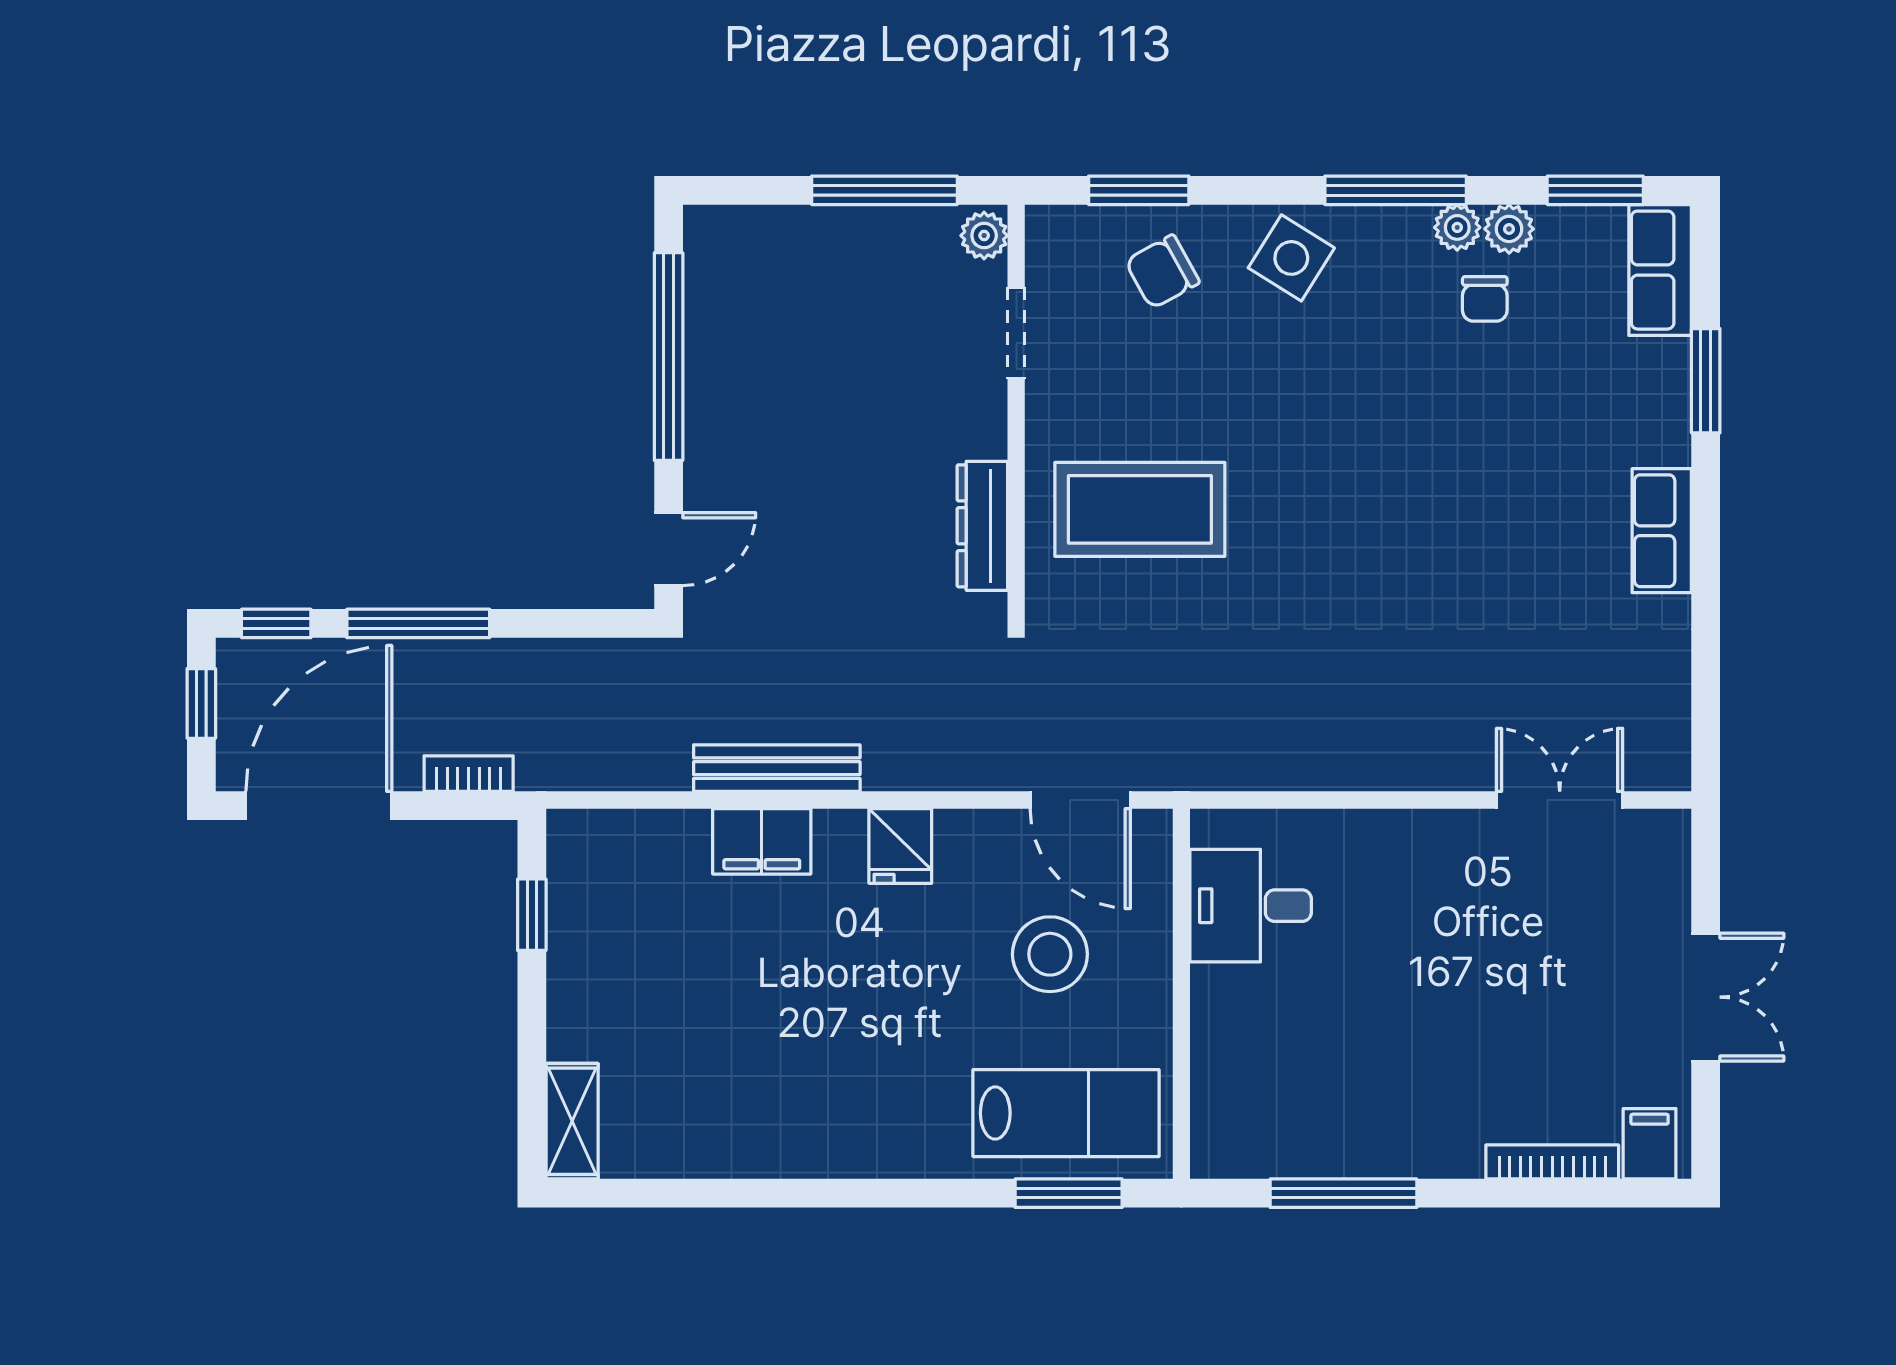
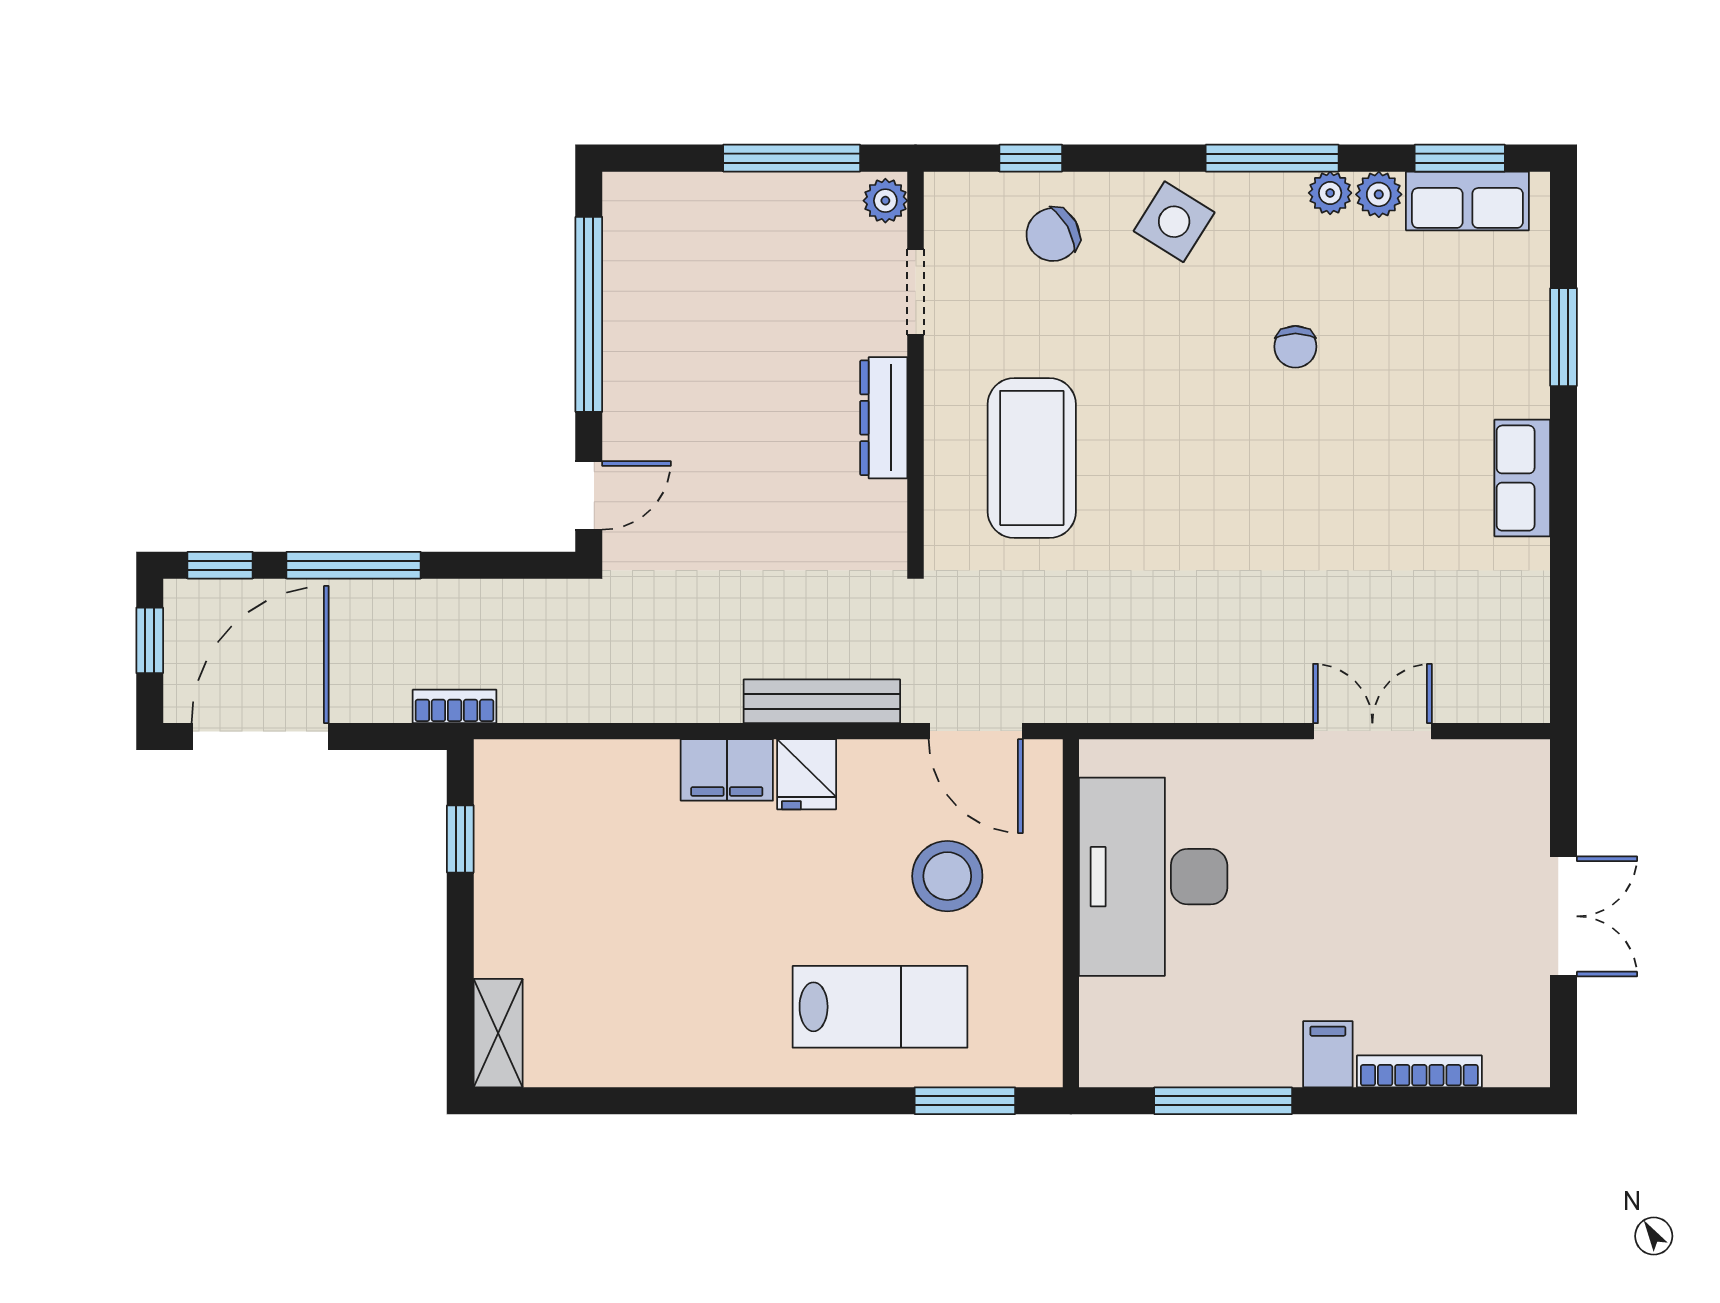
window: (1139, 190) -> (1031, 158), width x0.67
row of seats: (1660, 270) -> (1467, 201), moved, turned -90
chair: (1485, 299) -> (1295, 347), moved
coffee table: (1140, 509) -> (1032, 458), turned 90
dresser: (982, 526) -> (884, 418), moved
bench: (777, 768) -> (822, 701), moved
bookcase: (469, 774) -> (455, 706), moved
double door: (1560, 800) -> (1372, 731), moved
filing cabinet: (762, 841) -> (727, 770), moved
desk: (1251, 906) -> (1153, 877), width x1.87, depth x1.30
lab bench: (1066, 1113) -> (880, 1007), moved
filing cabinet: (1650, 1144) -> (1328, 1054), moved

